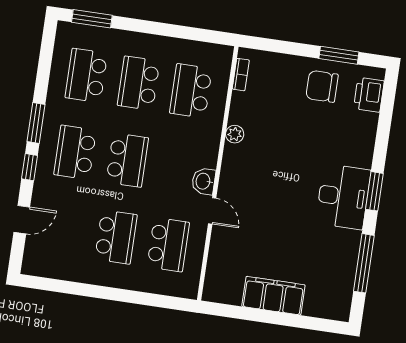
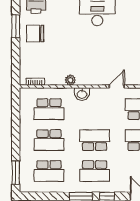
chair: (322, 86) -> (35, 34), turned 90
washbasin: (204, 181) -> (82, 94), moved

